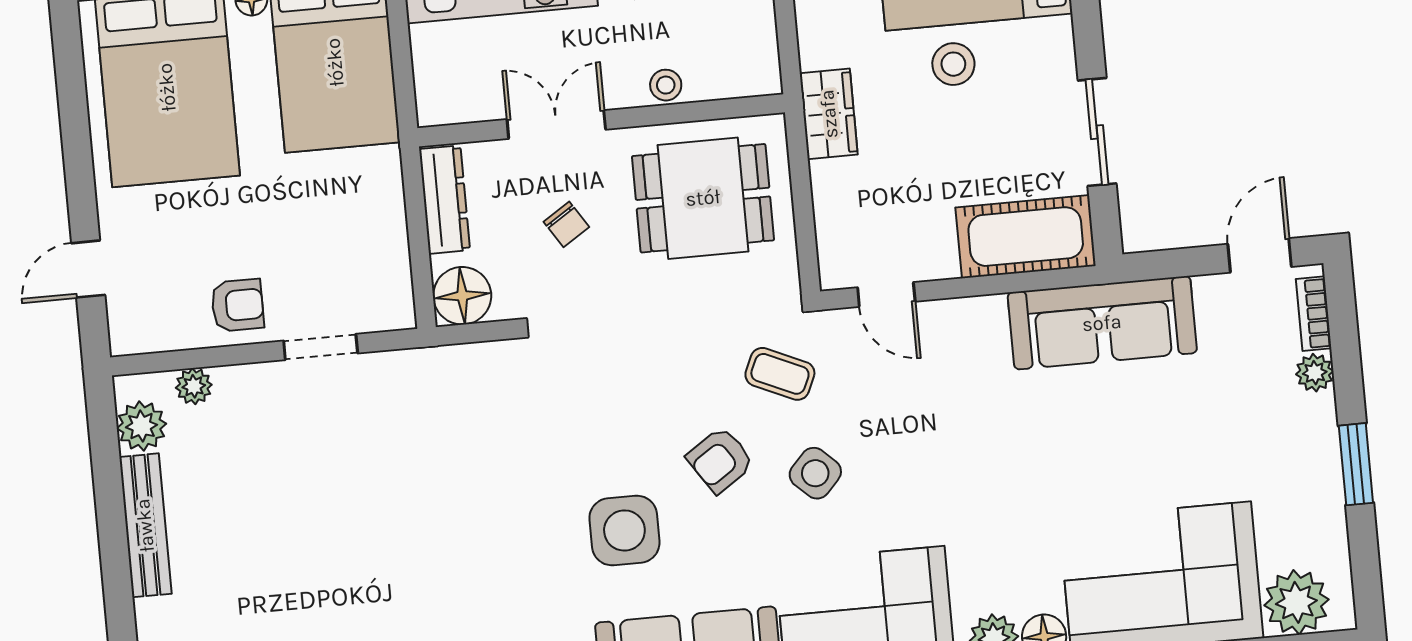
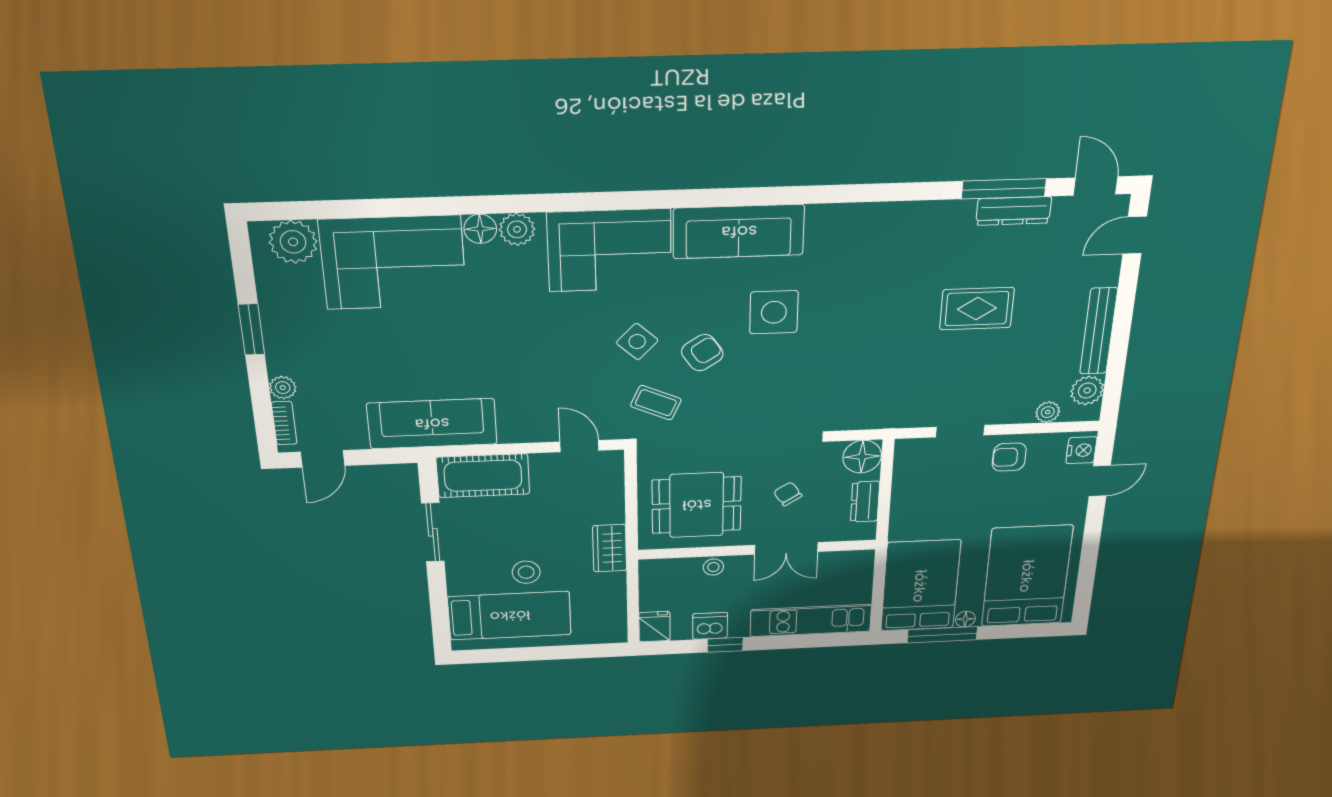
dresser: (444, 200) -> (865, 502), width x0.70
nightstand: (128, 322) -> (1081, 450), added
rug: (332, 552) -> (977, 309), added

